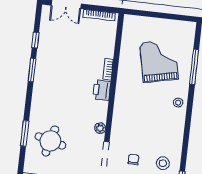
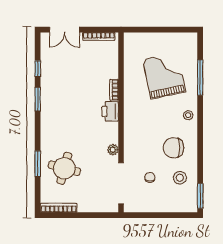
chair: (160, 133) -> (174, 148), added

